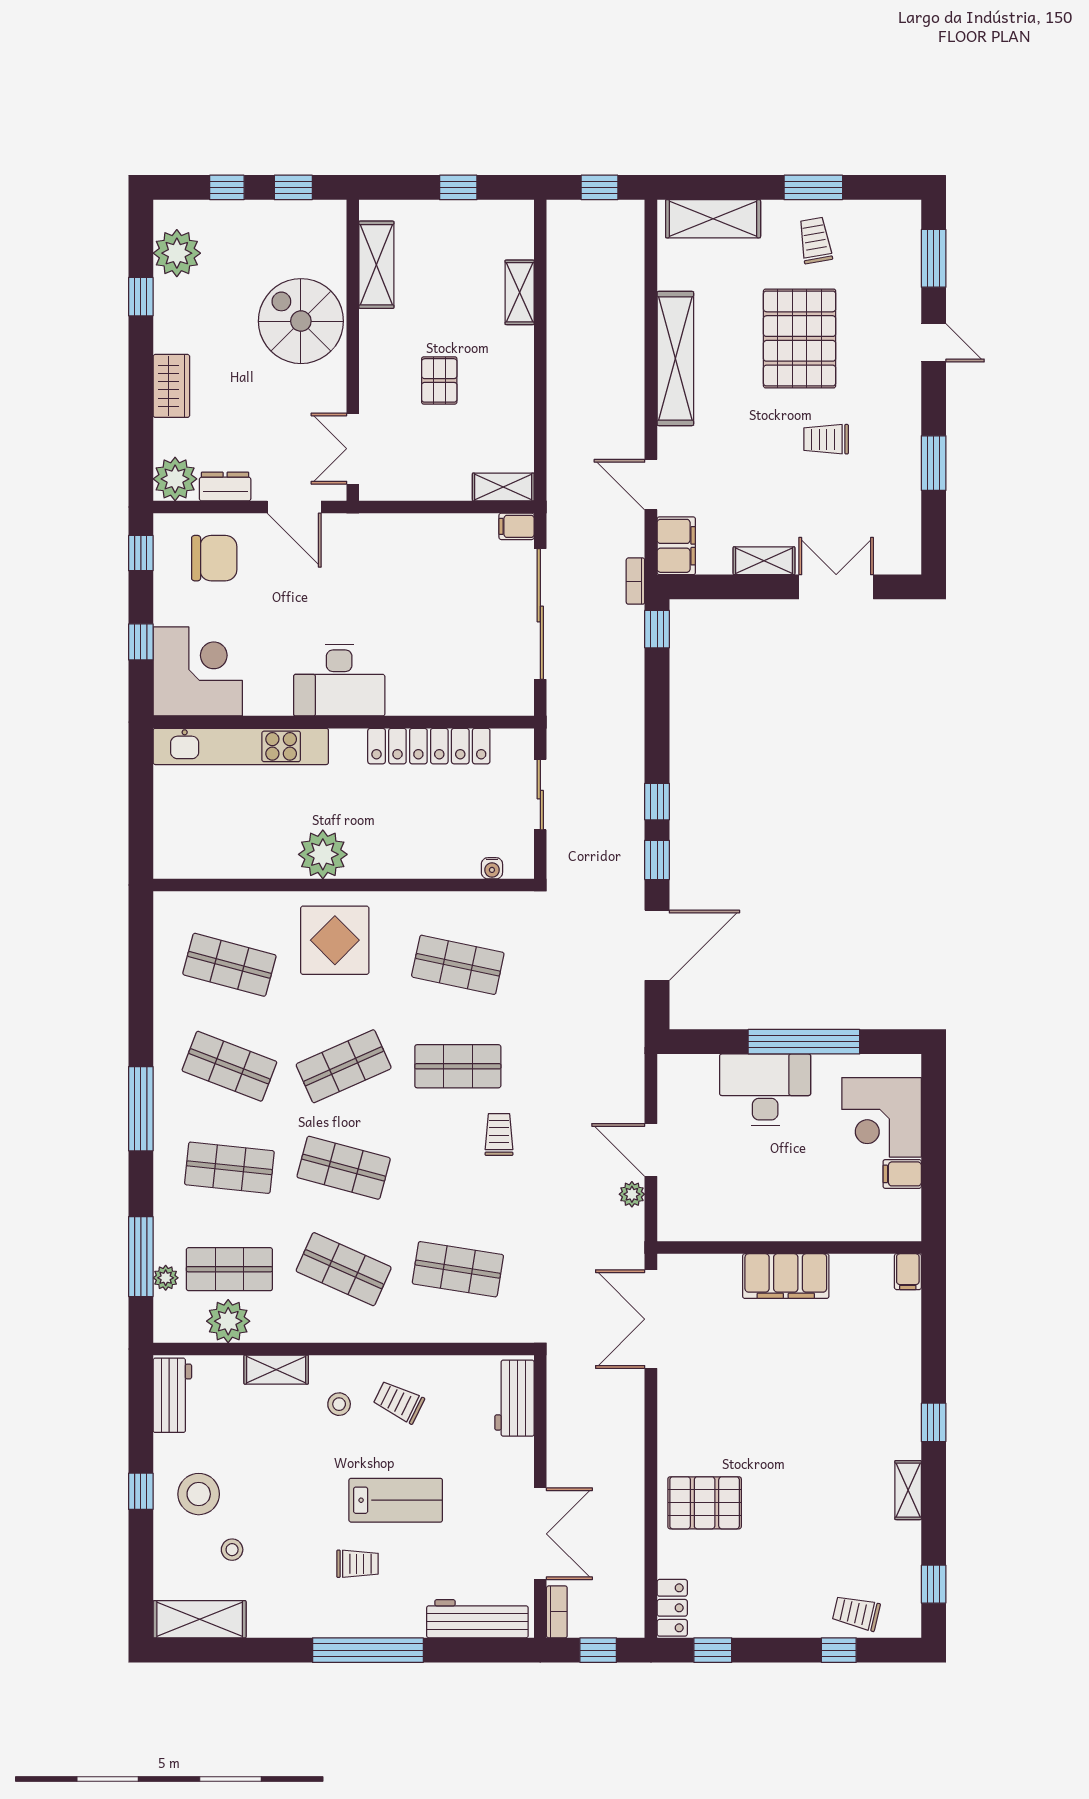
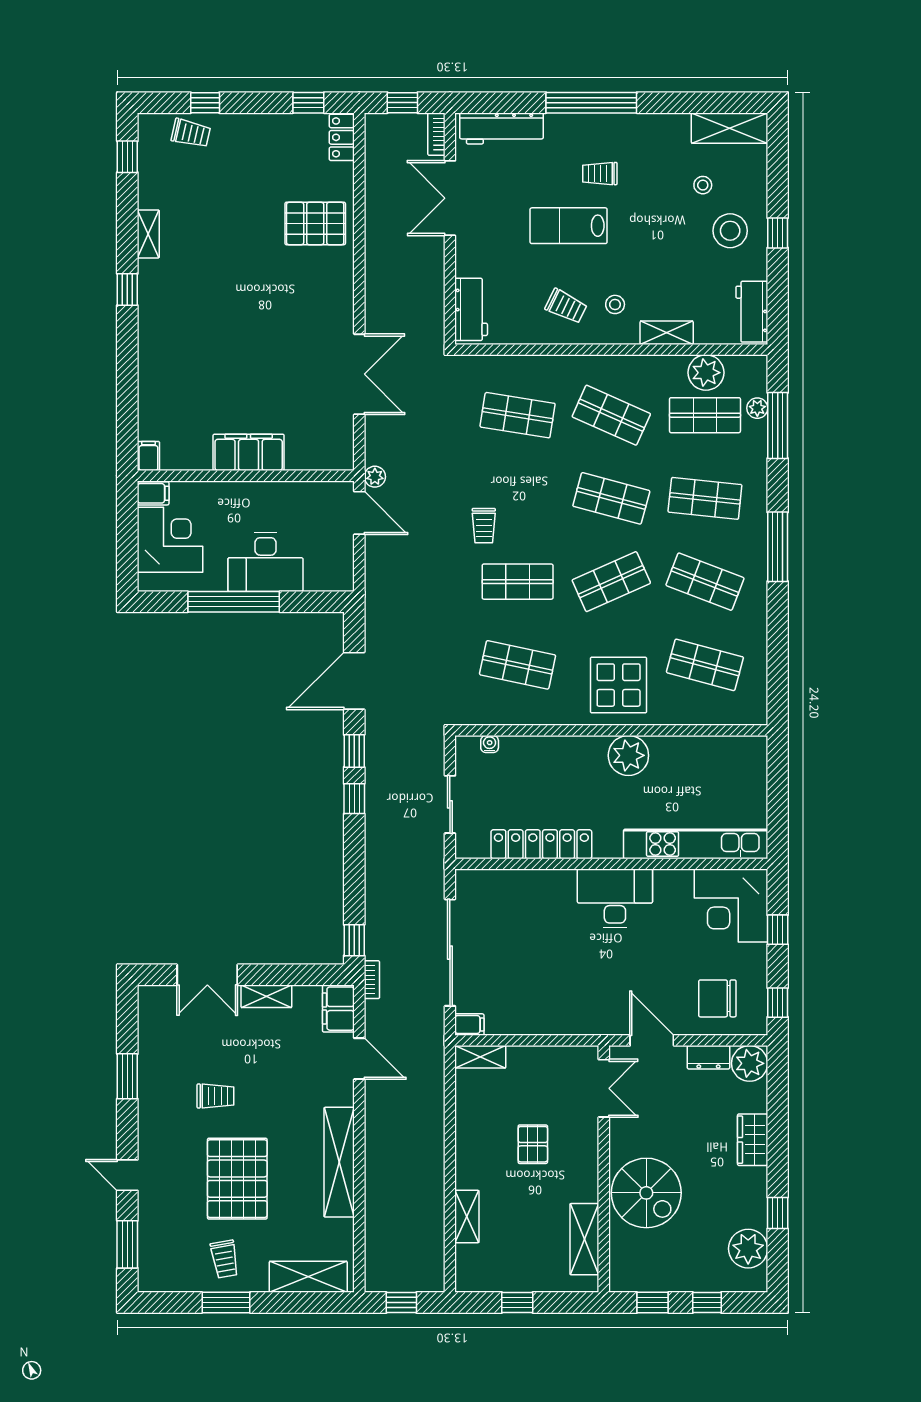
wall: (789, 1248) -> (246, 476), moved
filing cabinet: (908, 1272) -> (148, 456), moved
filing cabinet: (786, 1276) -> (249, 452), moved

